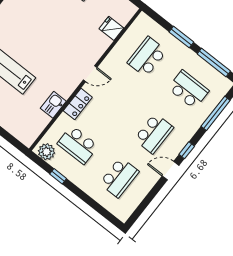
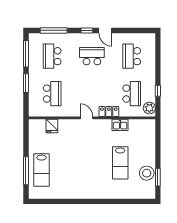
school desk: (147, 57) -> (52, 94), turned -90
school desk: (119, 177) -> (132, 56), turned -90

